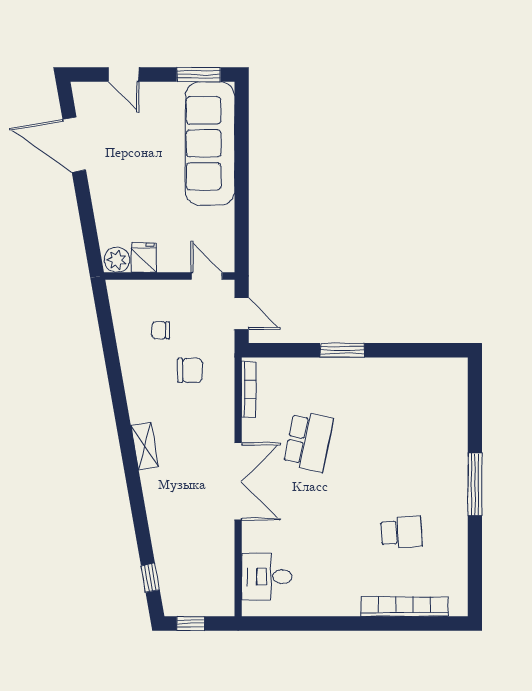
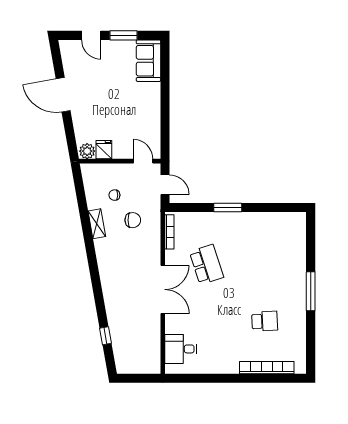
window: (199, 74) -> (123, 35), moved
sofa: (210, 143) -> (148, 61), width x0.54, depth x0.79
door: (74, 145) -> (63, 95), moved
school desk: (308, 442) -> (207, 265), turned -30
shelving: (145, 446) -> (97, 224), moved
window: (150, 578) -> (106, 336), moved
window: (190, 624) -> (133, 378), removed

